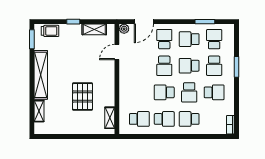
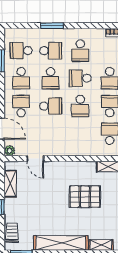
school desk: (164, 39) -> (21, 106), turned 90
school desk: (189, 92) -> (80, 78), turned 180
school desk: (214, 92) -> (80, 51), turned 180

